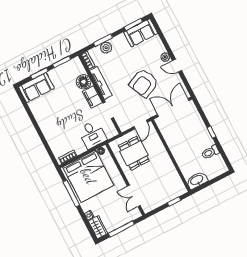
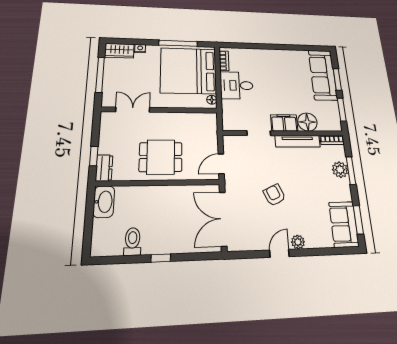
armchair: (144, 83) -> (274, 195), width x0.53, depth x0.53
sofa: (36, 88) -> (323, 75), width x1.36
double door: (173, 108) -> (223, 219), swing flipped
door: (141, 125) -> (221, 164), hinge flipped
desk: (92, 135) -> (237, 85), moved
dining table: (134, 153) -> (161, 157), moved
dresser: (178, 191) -> (104, 168), added

